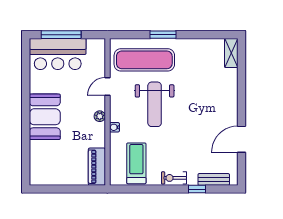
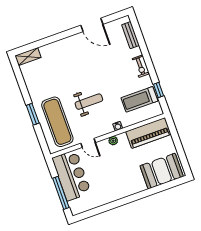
bar counter: (58, 54) -> (71, 175), moved
weight bench: (155, 104) -> (89, 102), width x0.73, depth x0.75
booth: (45, 117) -> (162, 171), moved
piano: (97, 167) -> (148, 133), width x1.37, depth x1.33
window: (197, 189) -> (159, 90), moved

